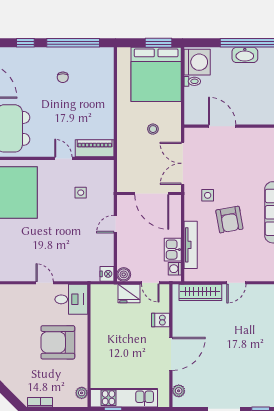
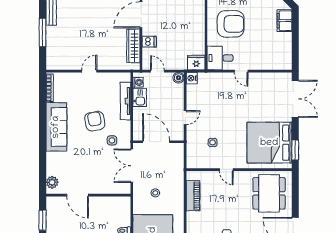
door: (222, 126) -> (78, 195), moved
piano: (95, 148) -> (193, 196), moved, turned -90
double door: (183, 163) -> (132, 166), swing flipped
wardrobe: (200, 292) -> (133, 46), moved, turned -90
fridge: (129, 294) -> (196, 63), moved

